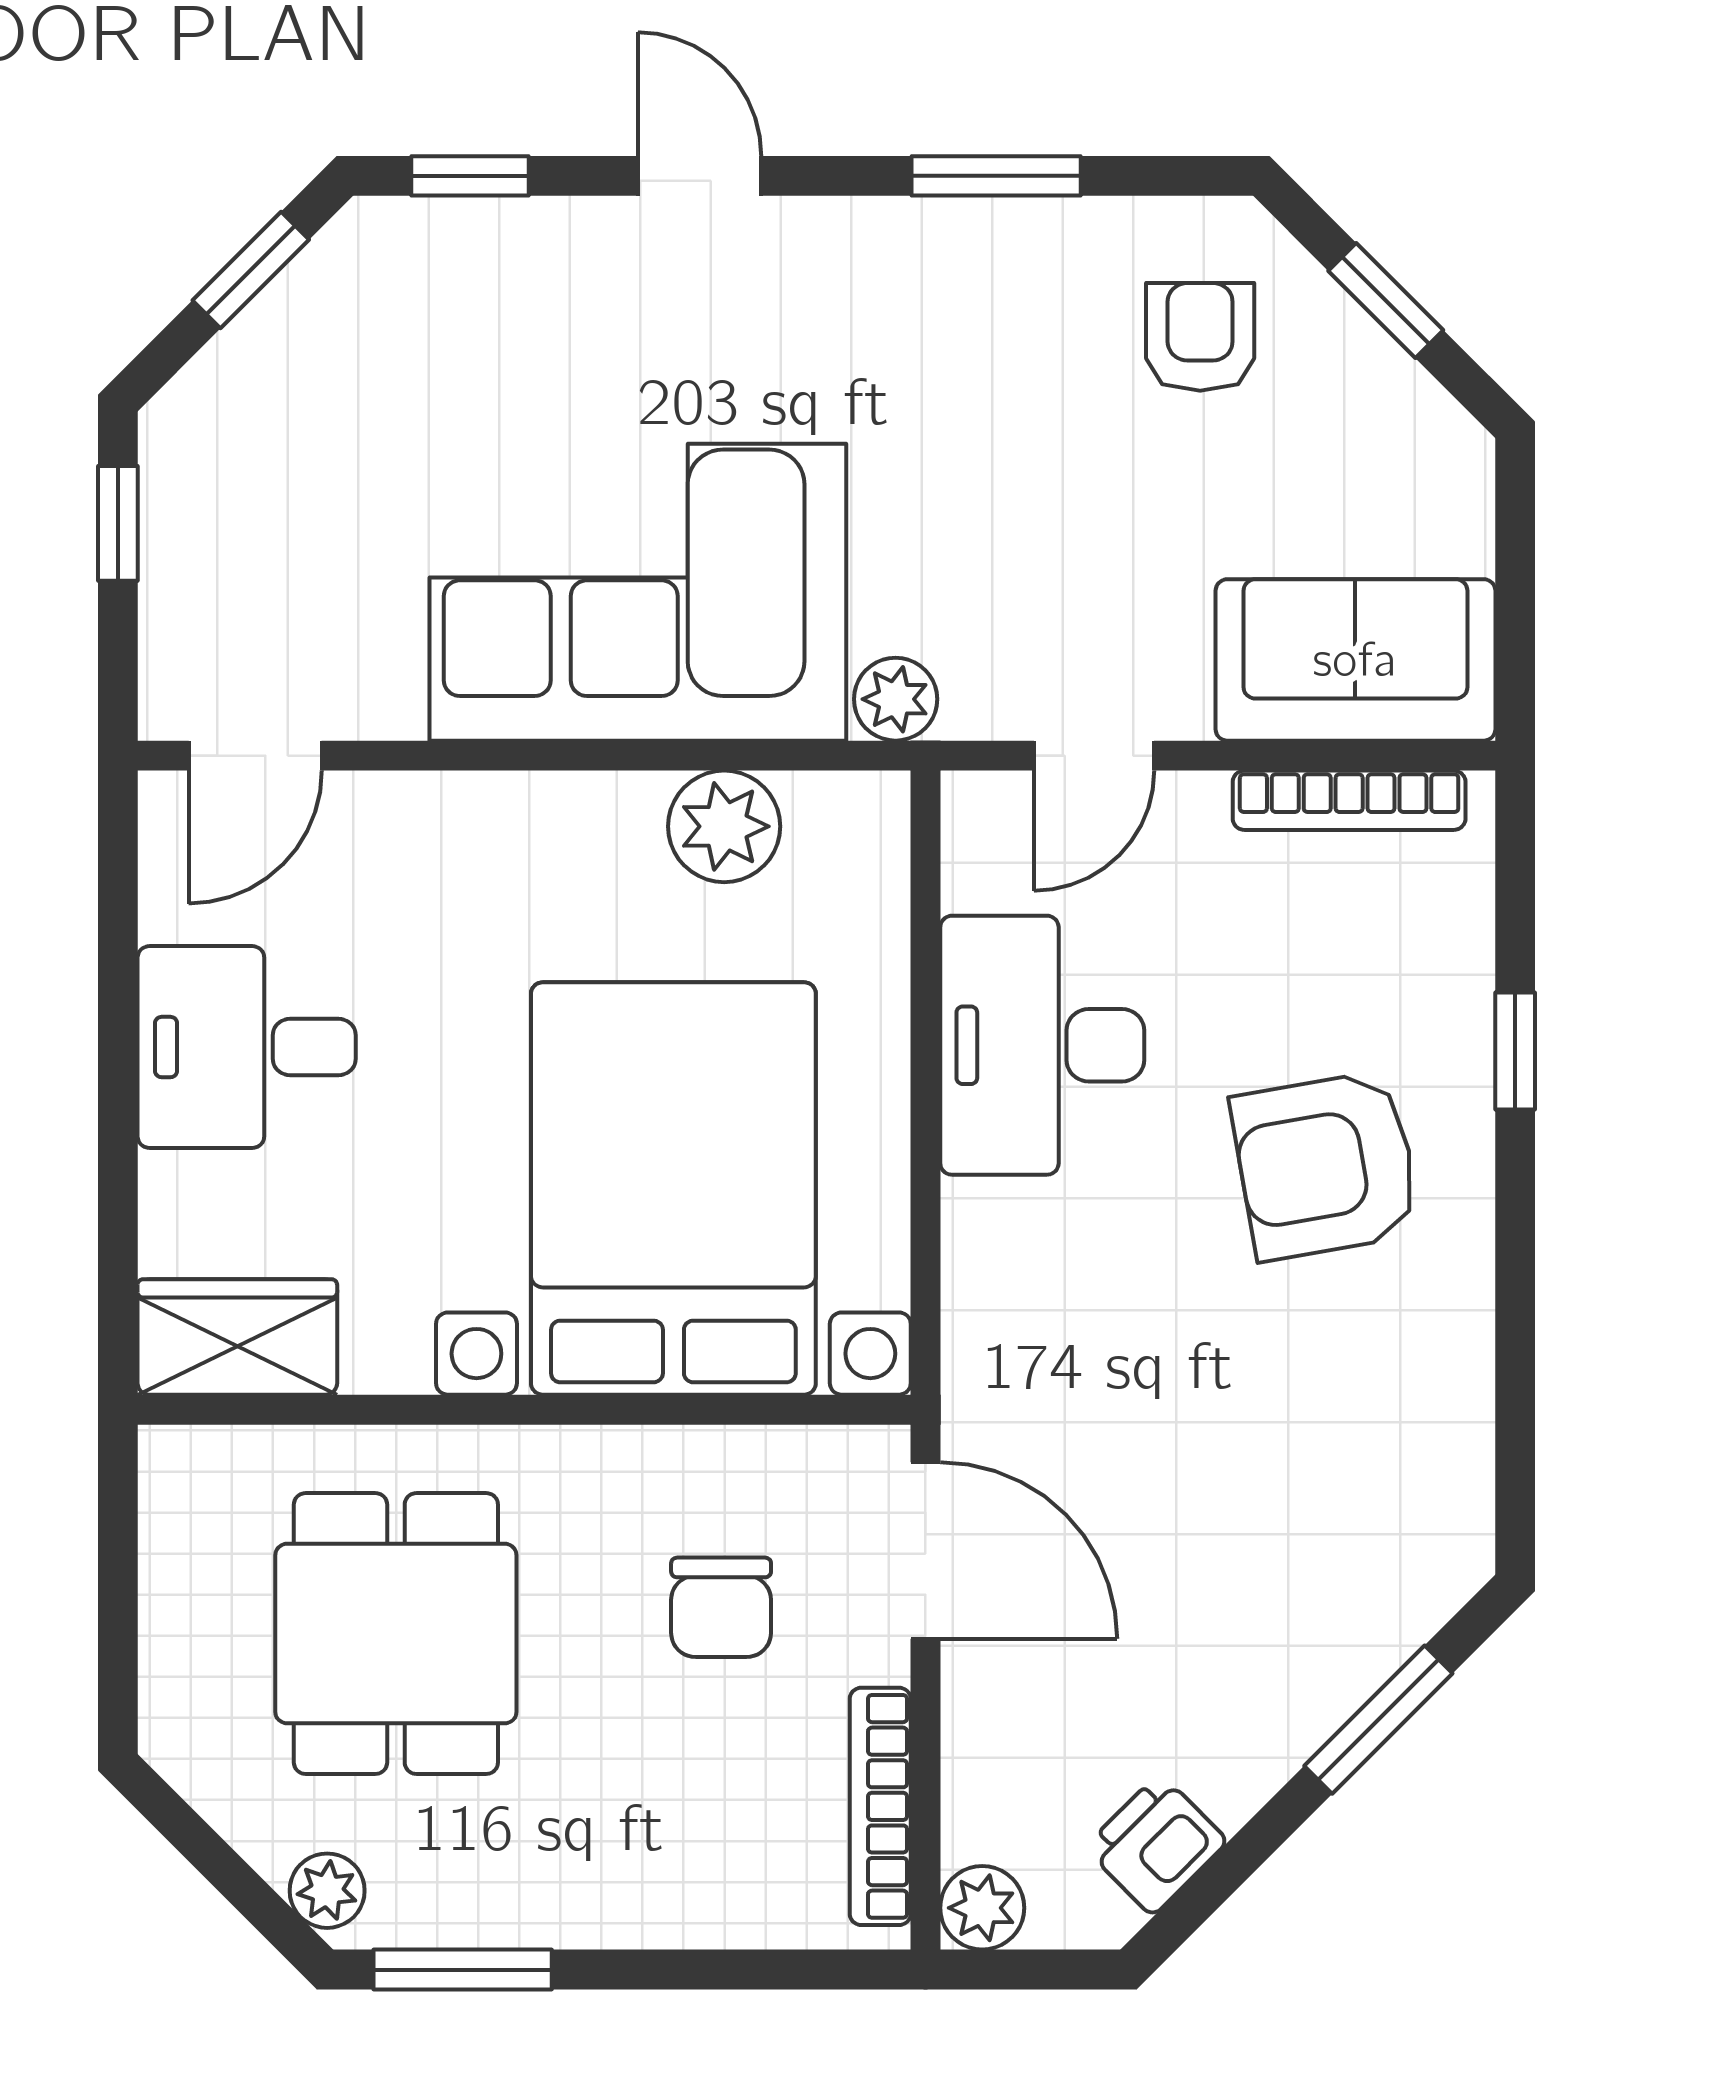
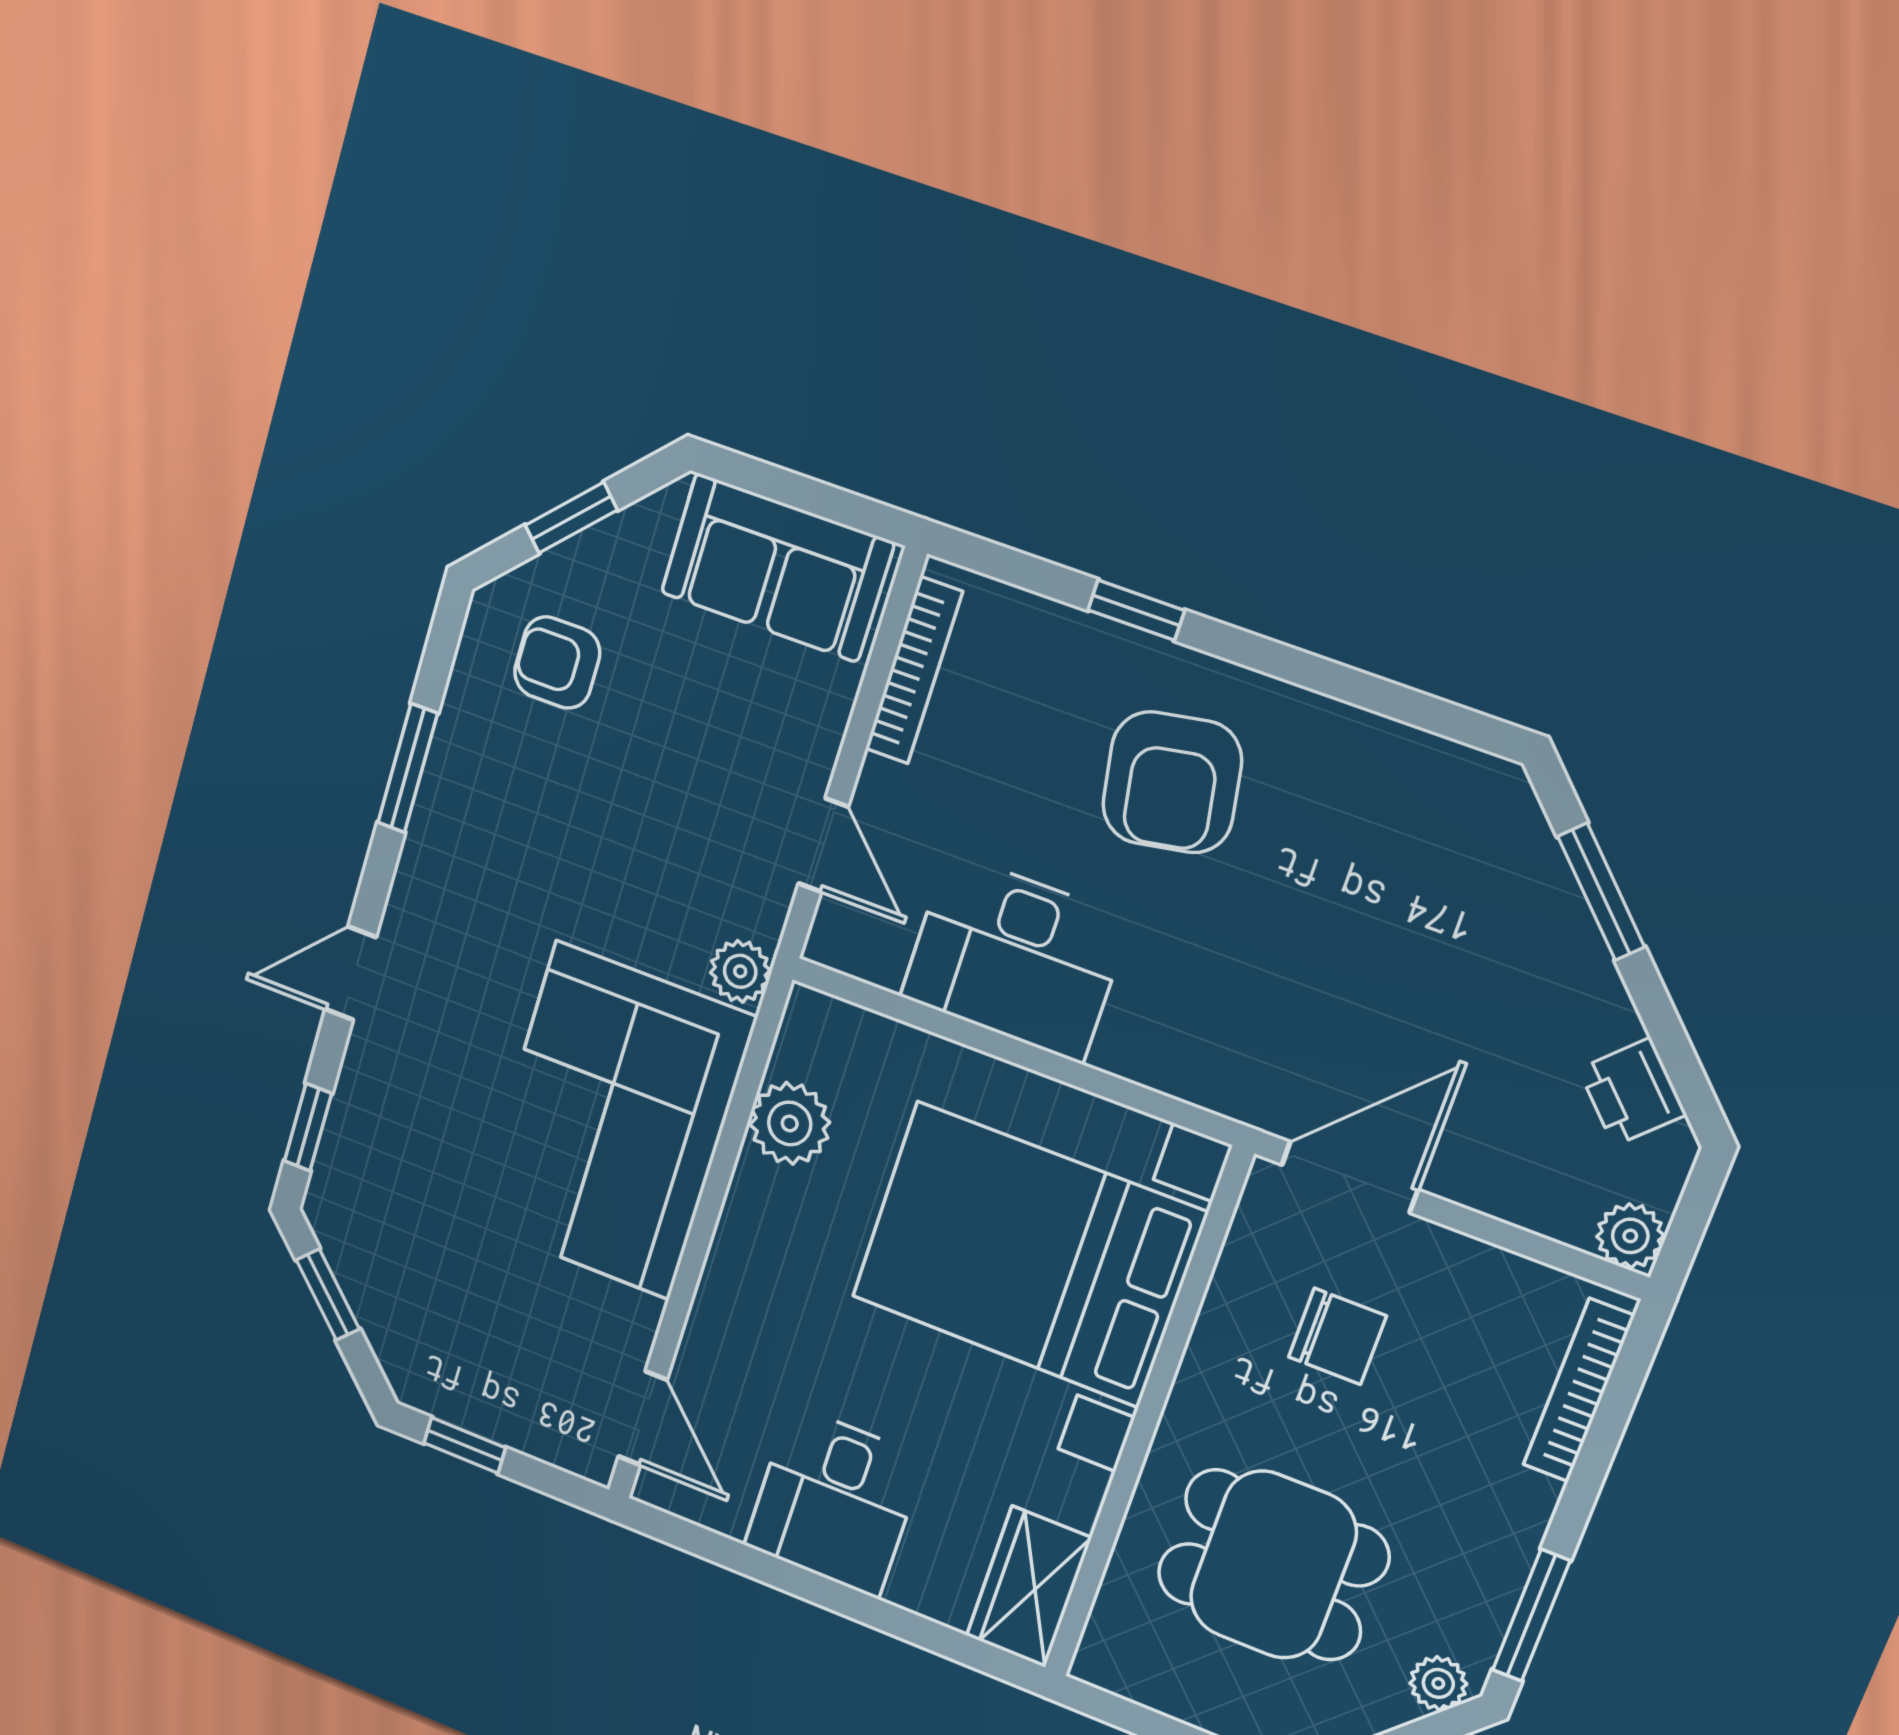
sofa: (1355, 660) -> (777, 568), moved, turned -90
bookcase: (880, 1806) -> (1579, 1390), moved, turned 90

